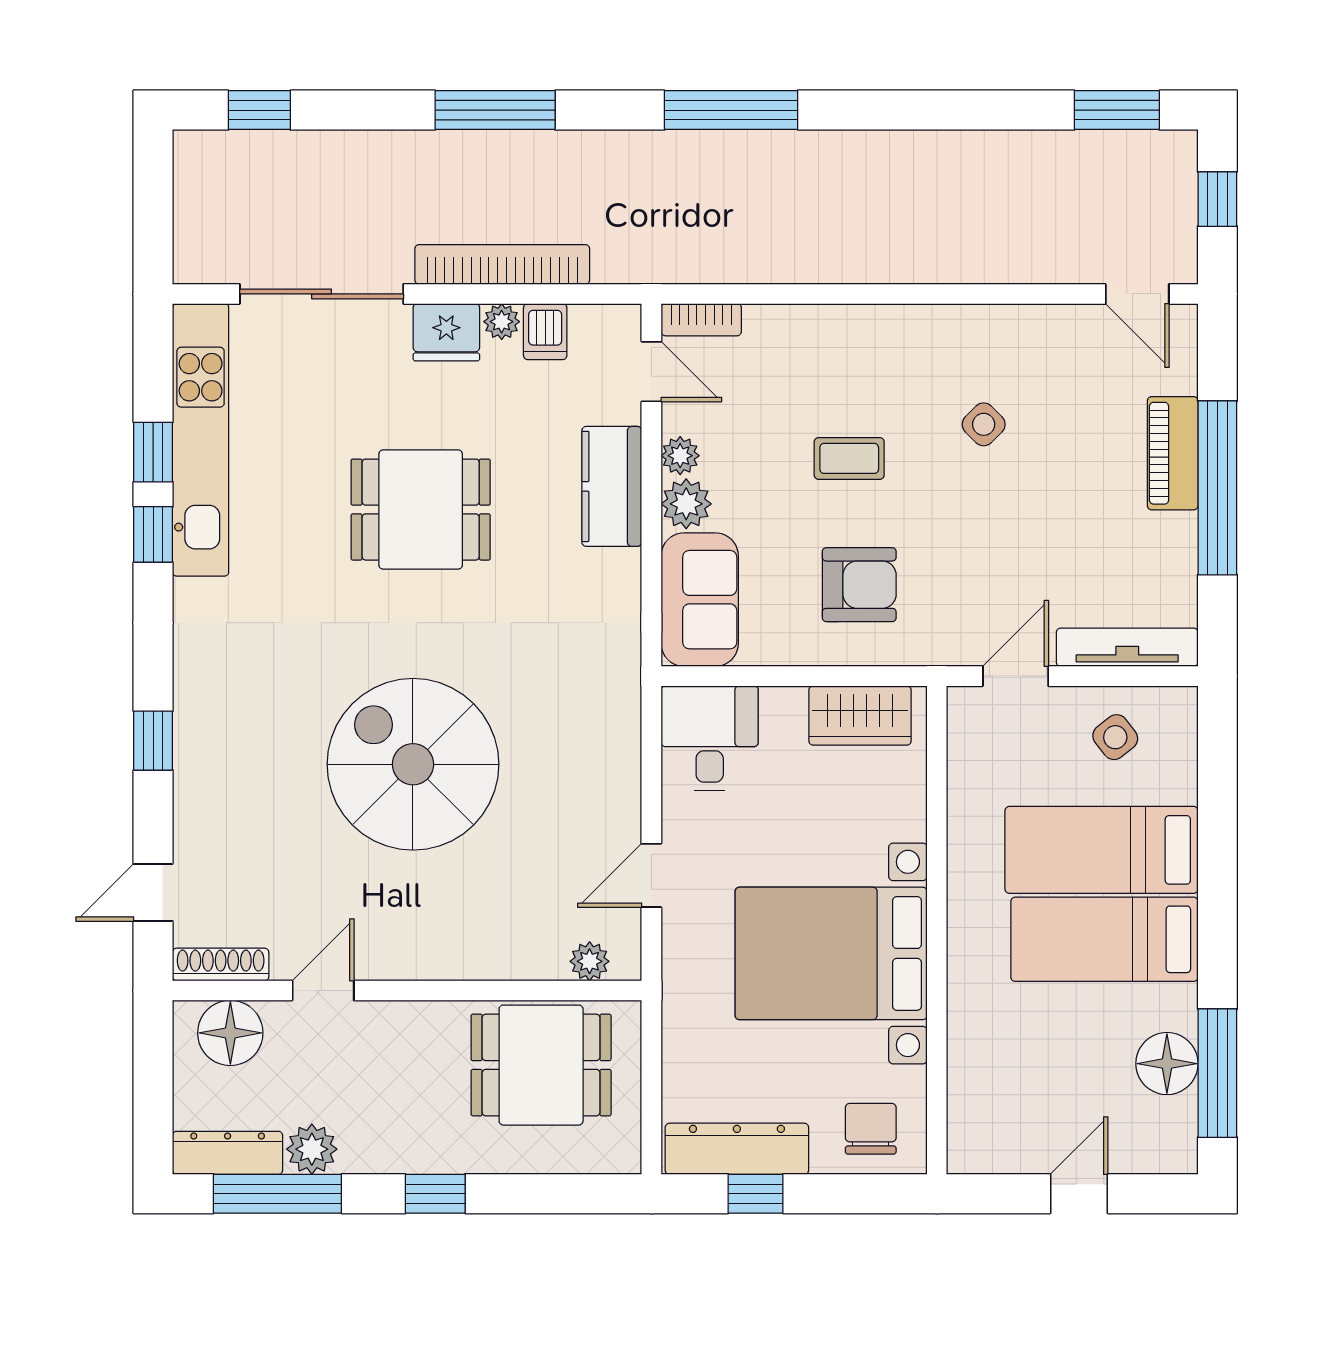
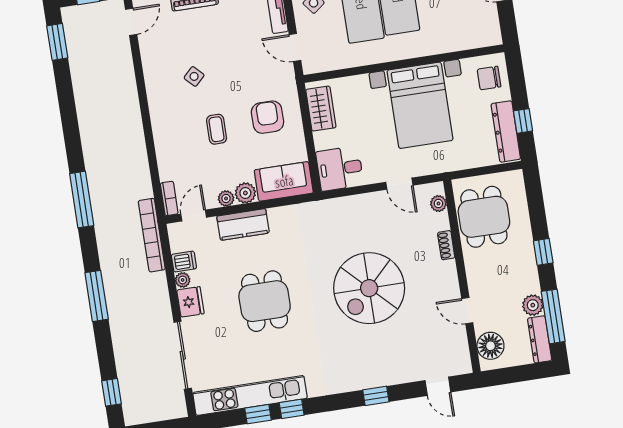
bookcase: (502, 264) -> (152, 235), moved
shoe rack: (221, 965) -> (446, 245), moved, width x0.70

